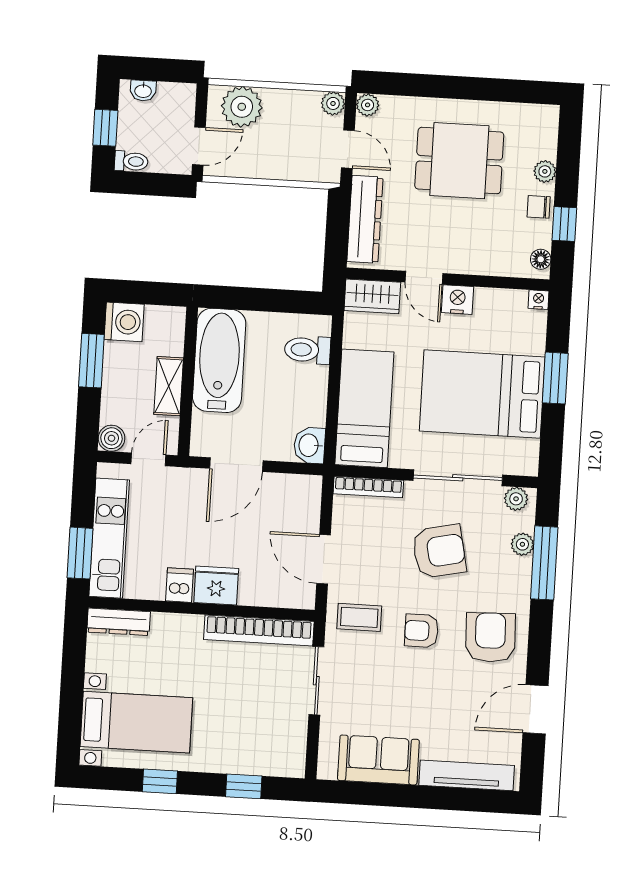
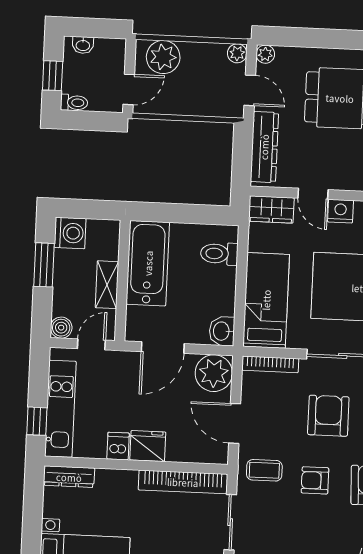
plant: (299, 497) -> (214, 373), added
armchair: (439, 551) -> (328, 416), turned -78
window: (80, 553) -> (37, 421), width x0.67

